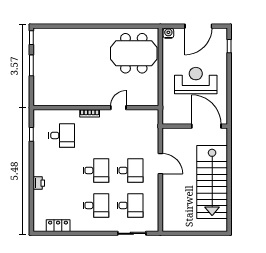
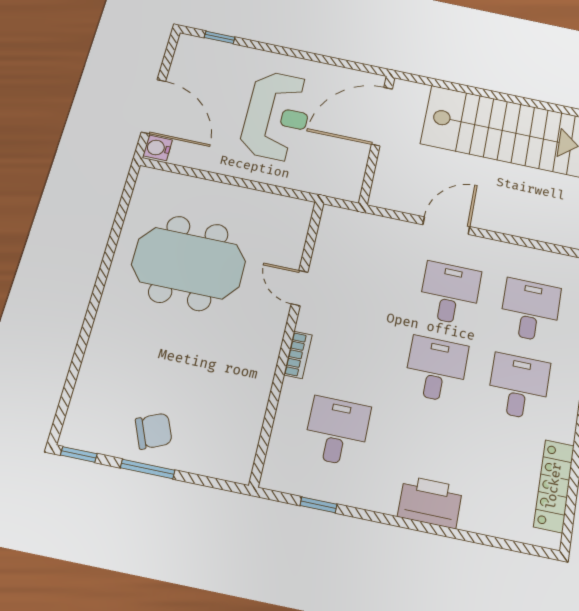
door: (198, 26) -> (153, 107), moved
meeting table: (134, 53) -> (189, 263), moved, turned 90
chair: (46, 64) -> (154, 431), added
reception desk: (196, 81) -> (277, 116), turned 180
printer: (39, 183) -> (430, 502), width x1.87, depth x1.48
locker: (58, 226) -> (554, 486), width x1.53

